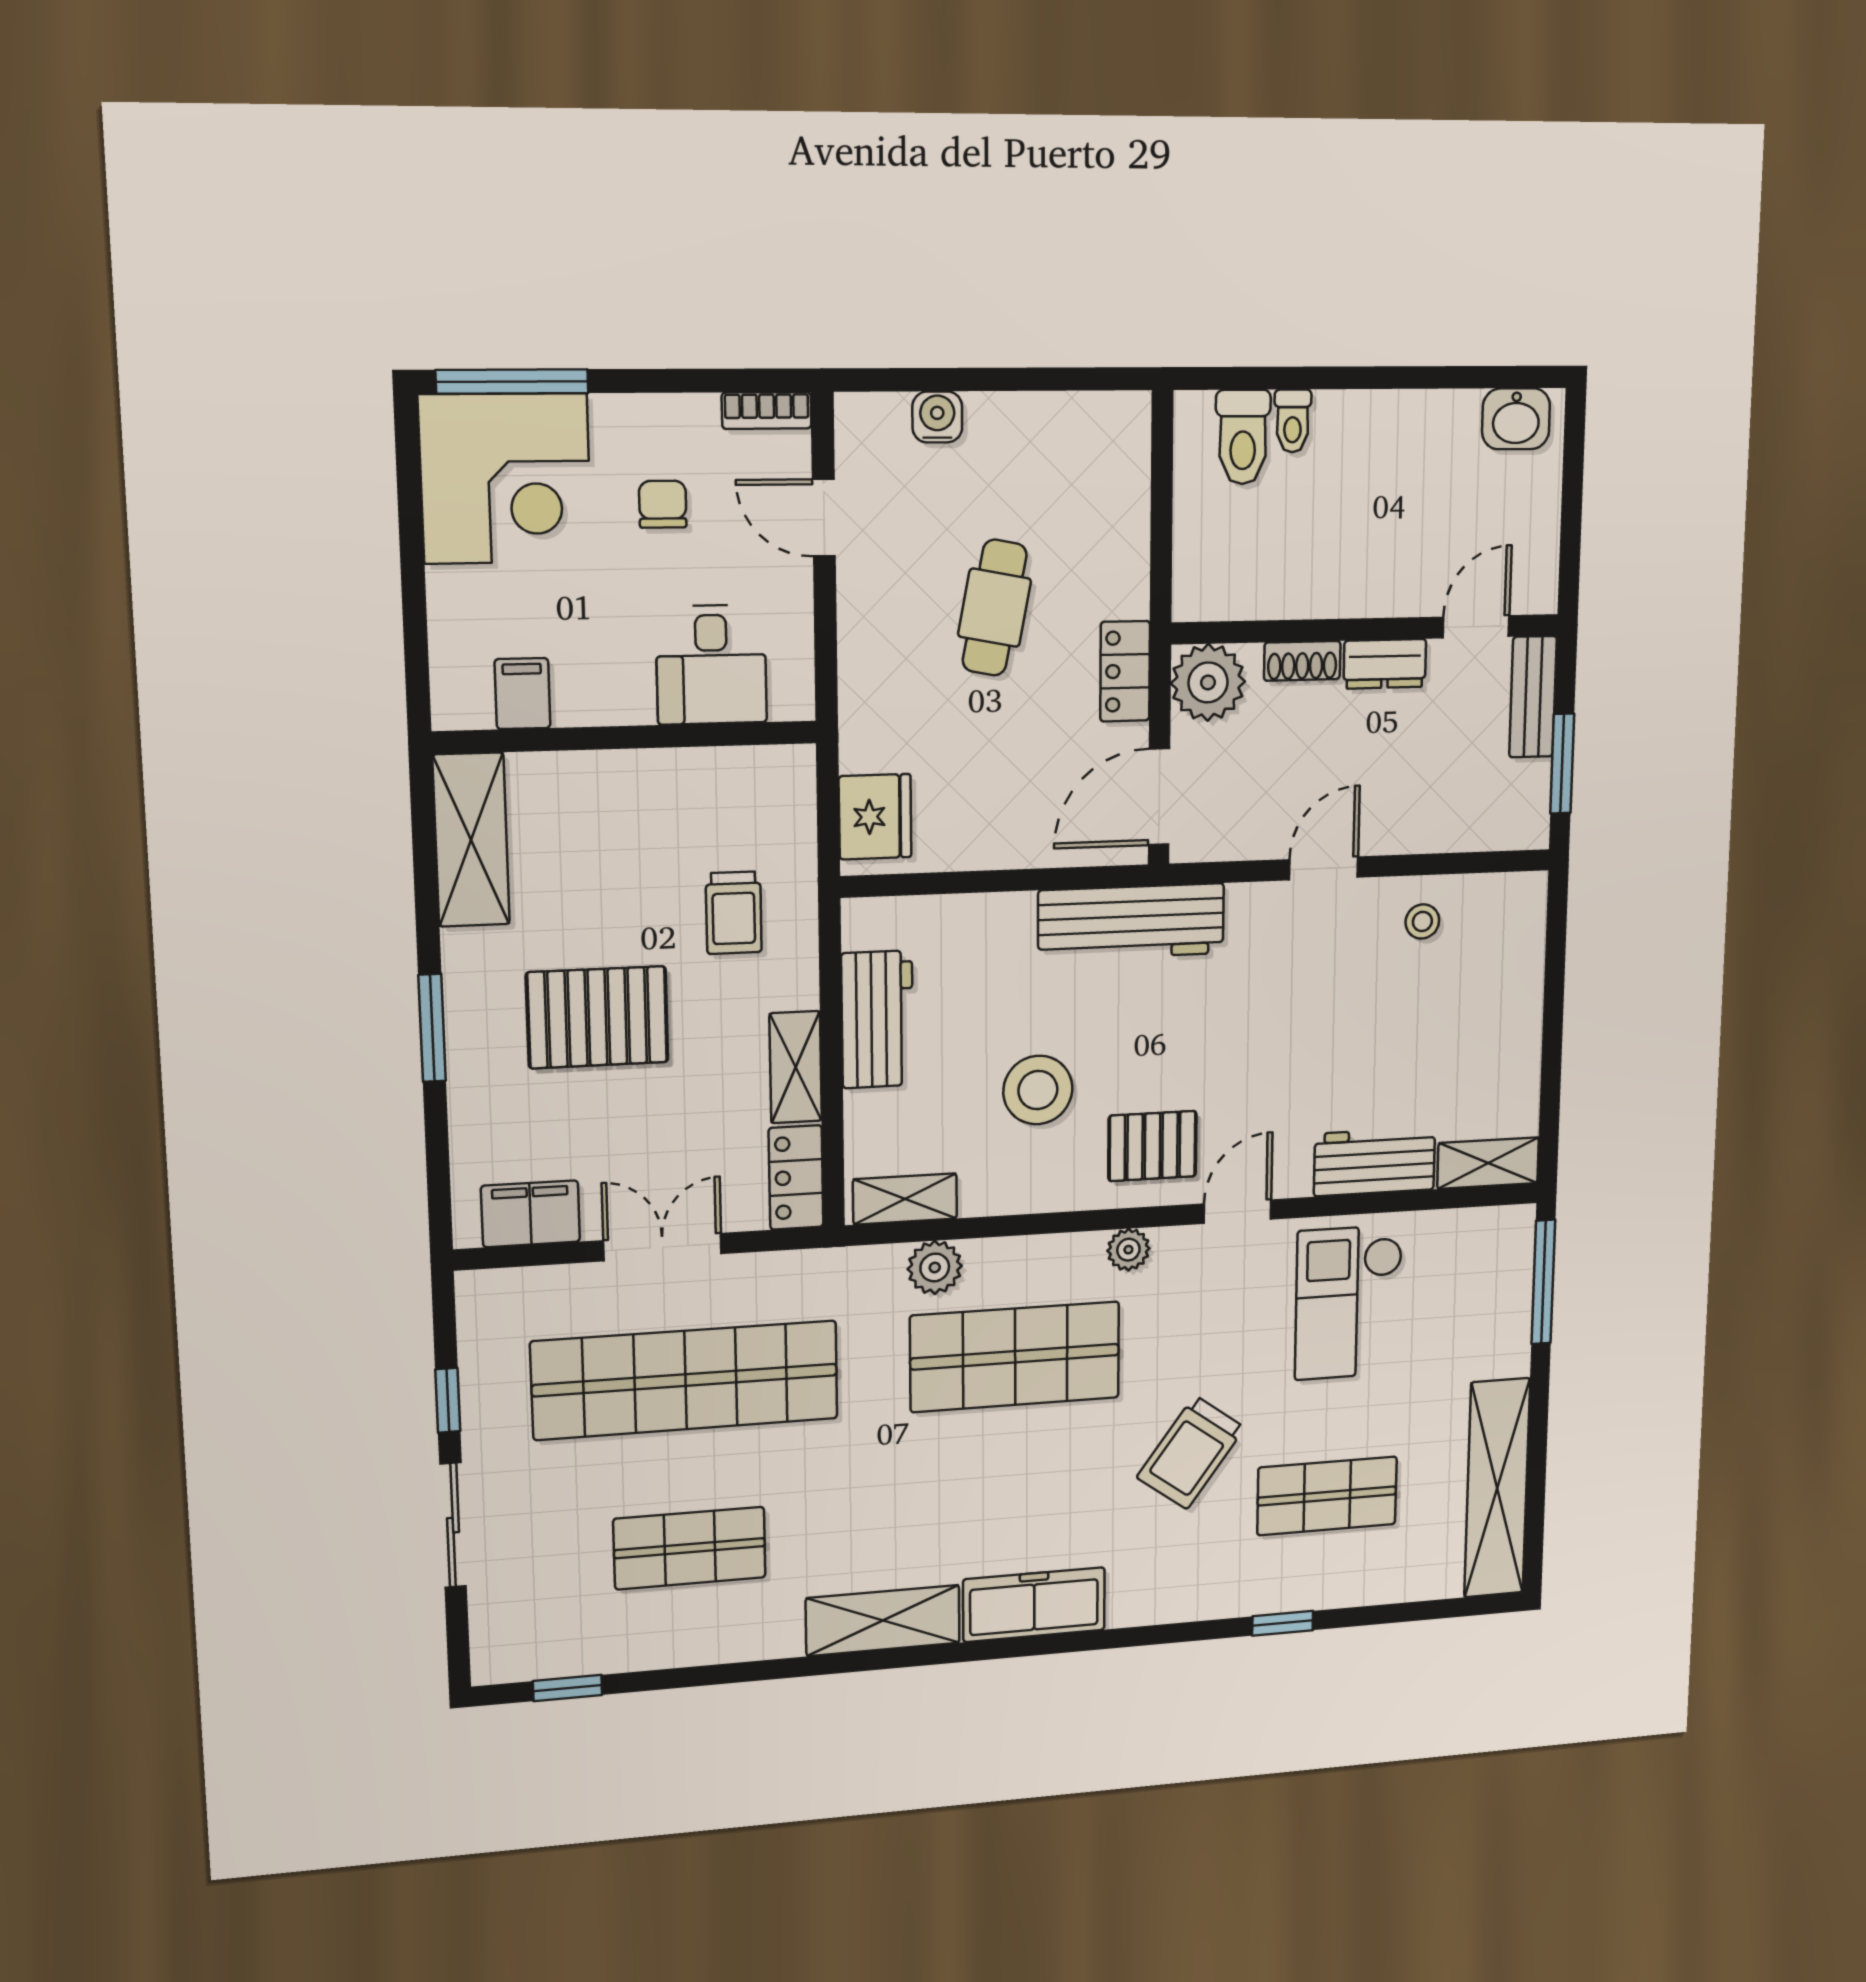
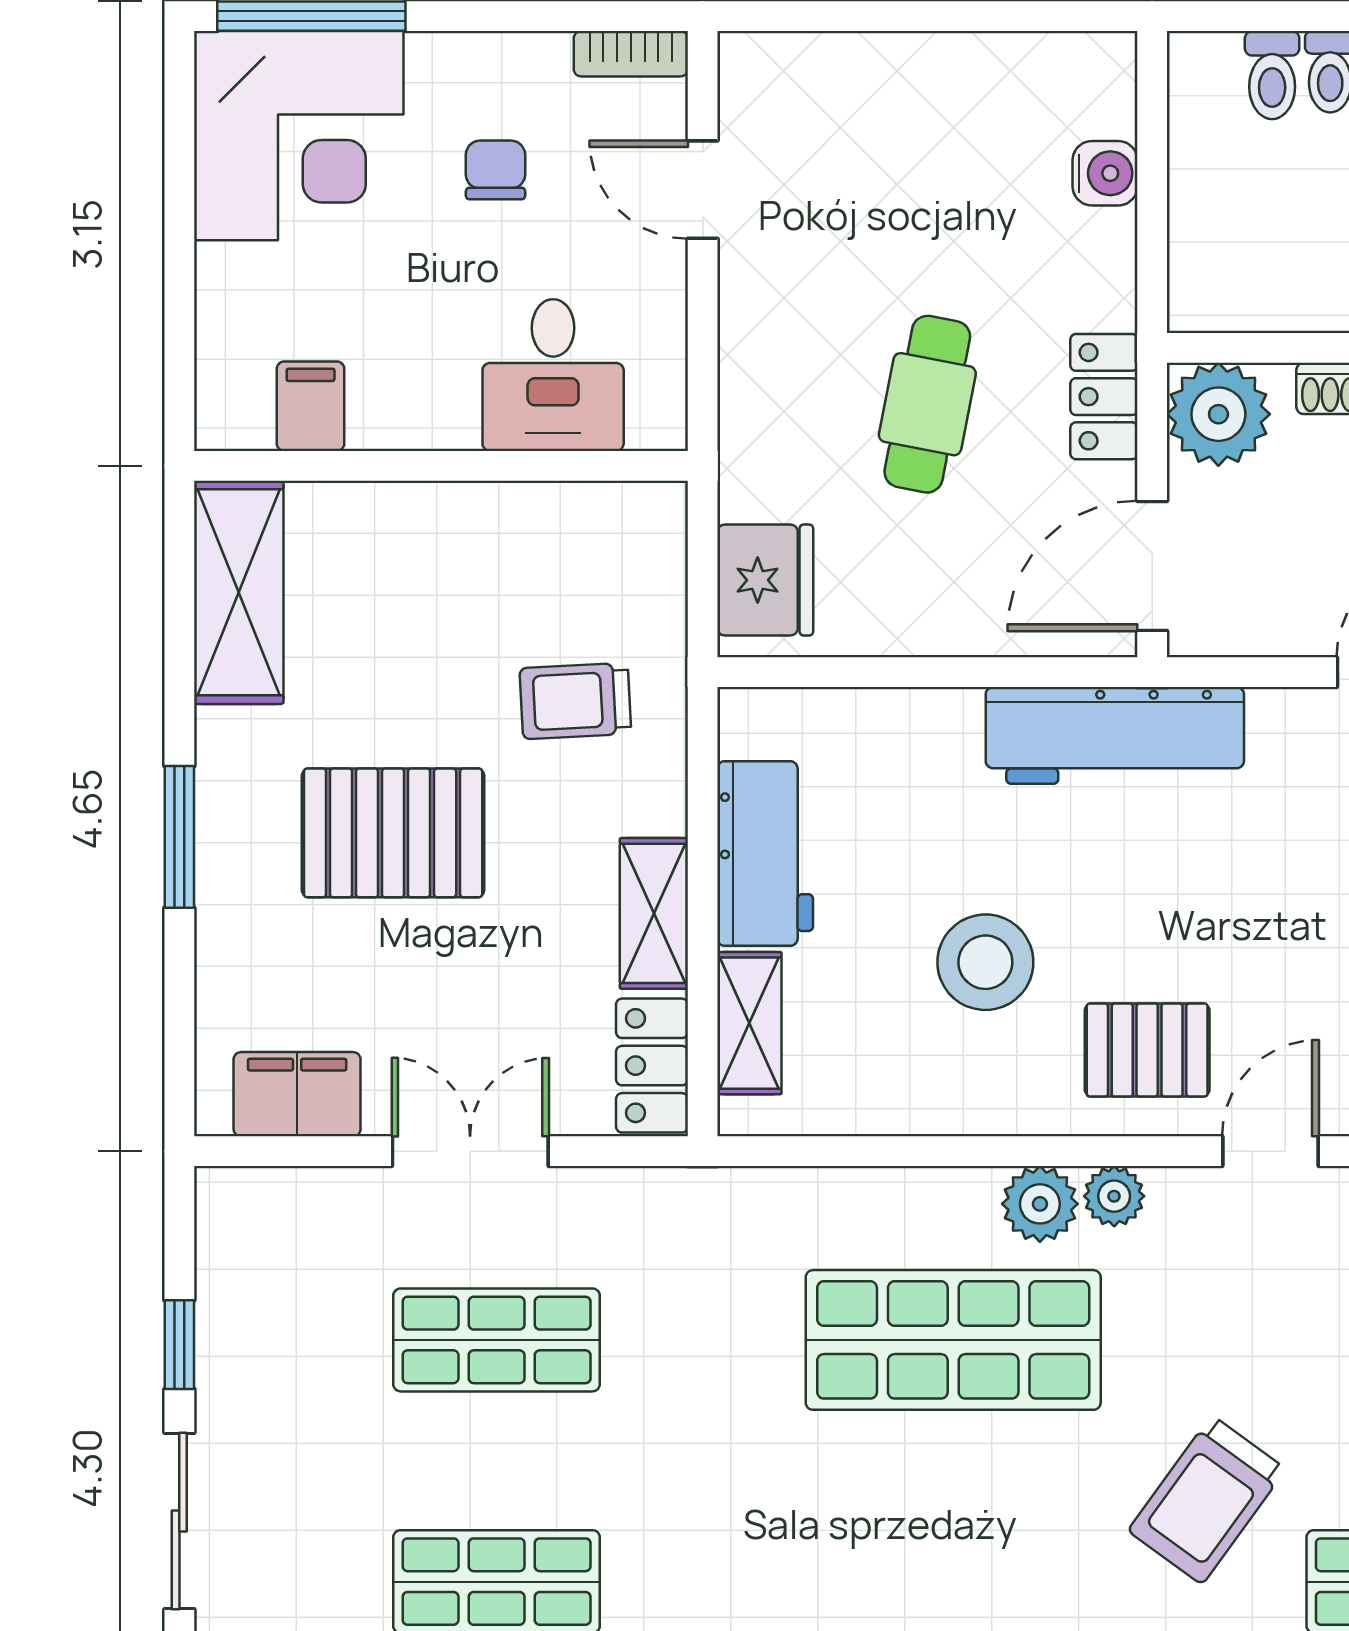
water cooler: (937, 417) -> (1105, 173), moved, turned 90
toilet: (1243, 437) -> (1272, 75), width x0.73, depth x0.72
cafe table: (995, 608) -> (927, 404), moved
trolley: (734, 913) -> (575, 701), turned 87
shelving: (905, 1199) -> (749, 1023), moved, turned 90
plant: (935, 1267) -> (1040, 1204), moved
shop shelf: (685, 1380) -> (497, 1340), width x0.50, depth x0.74

